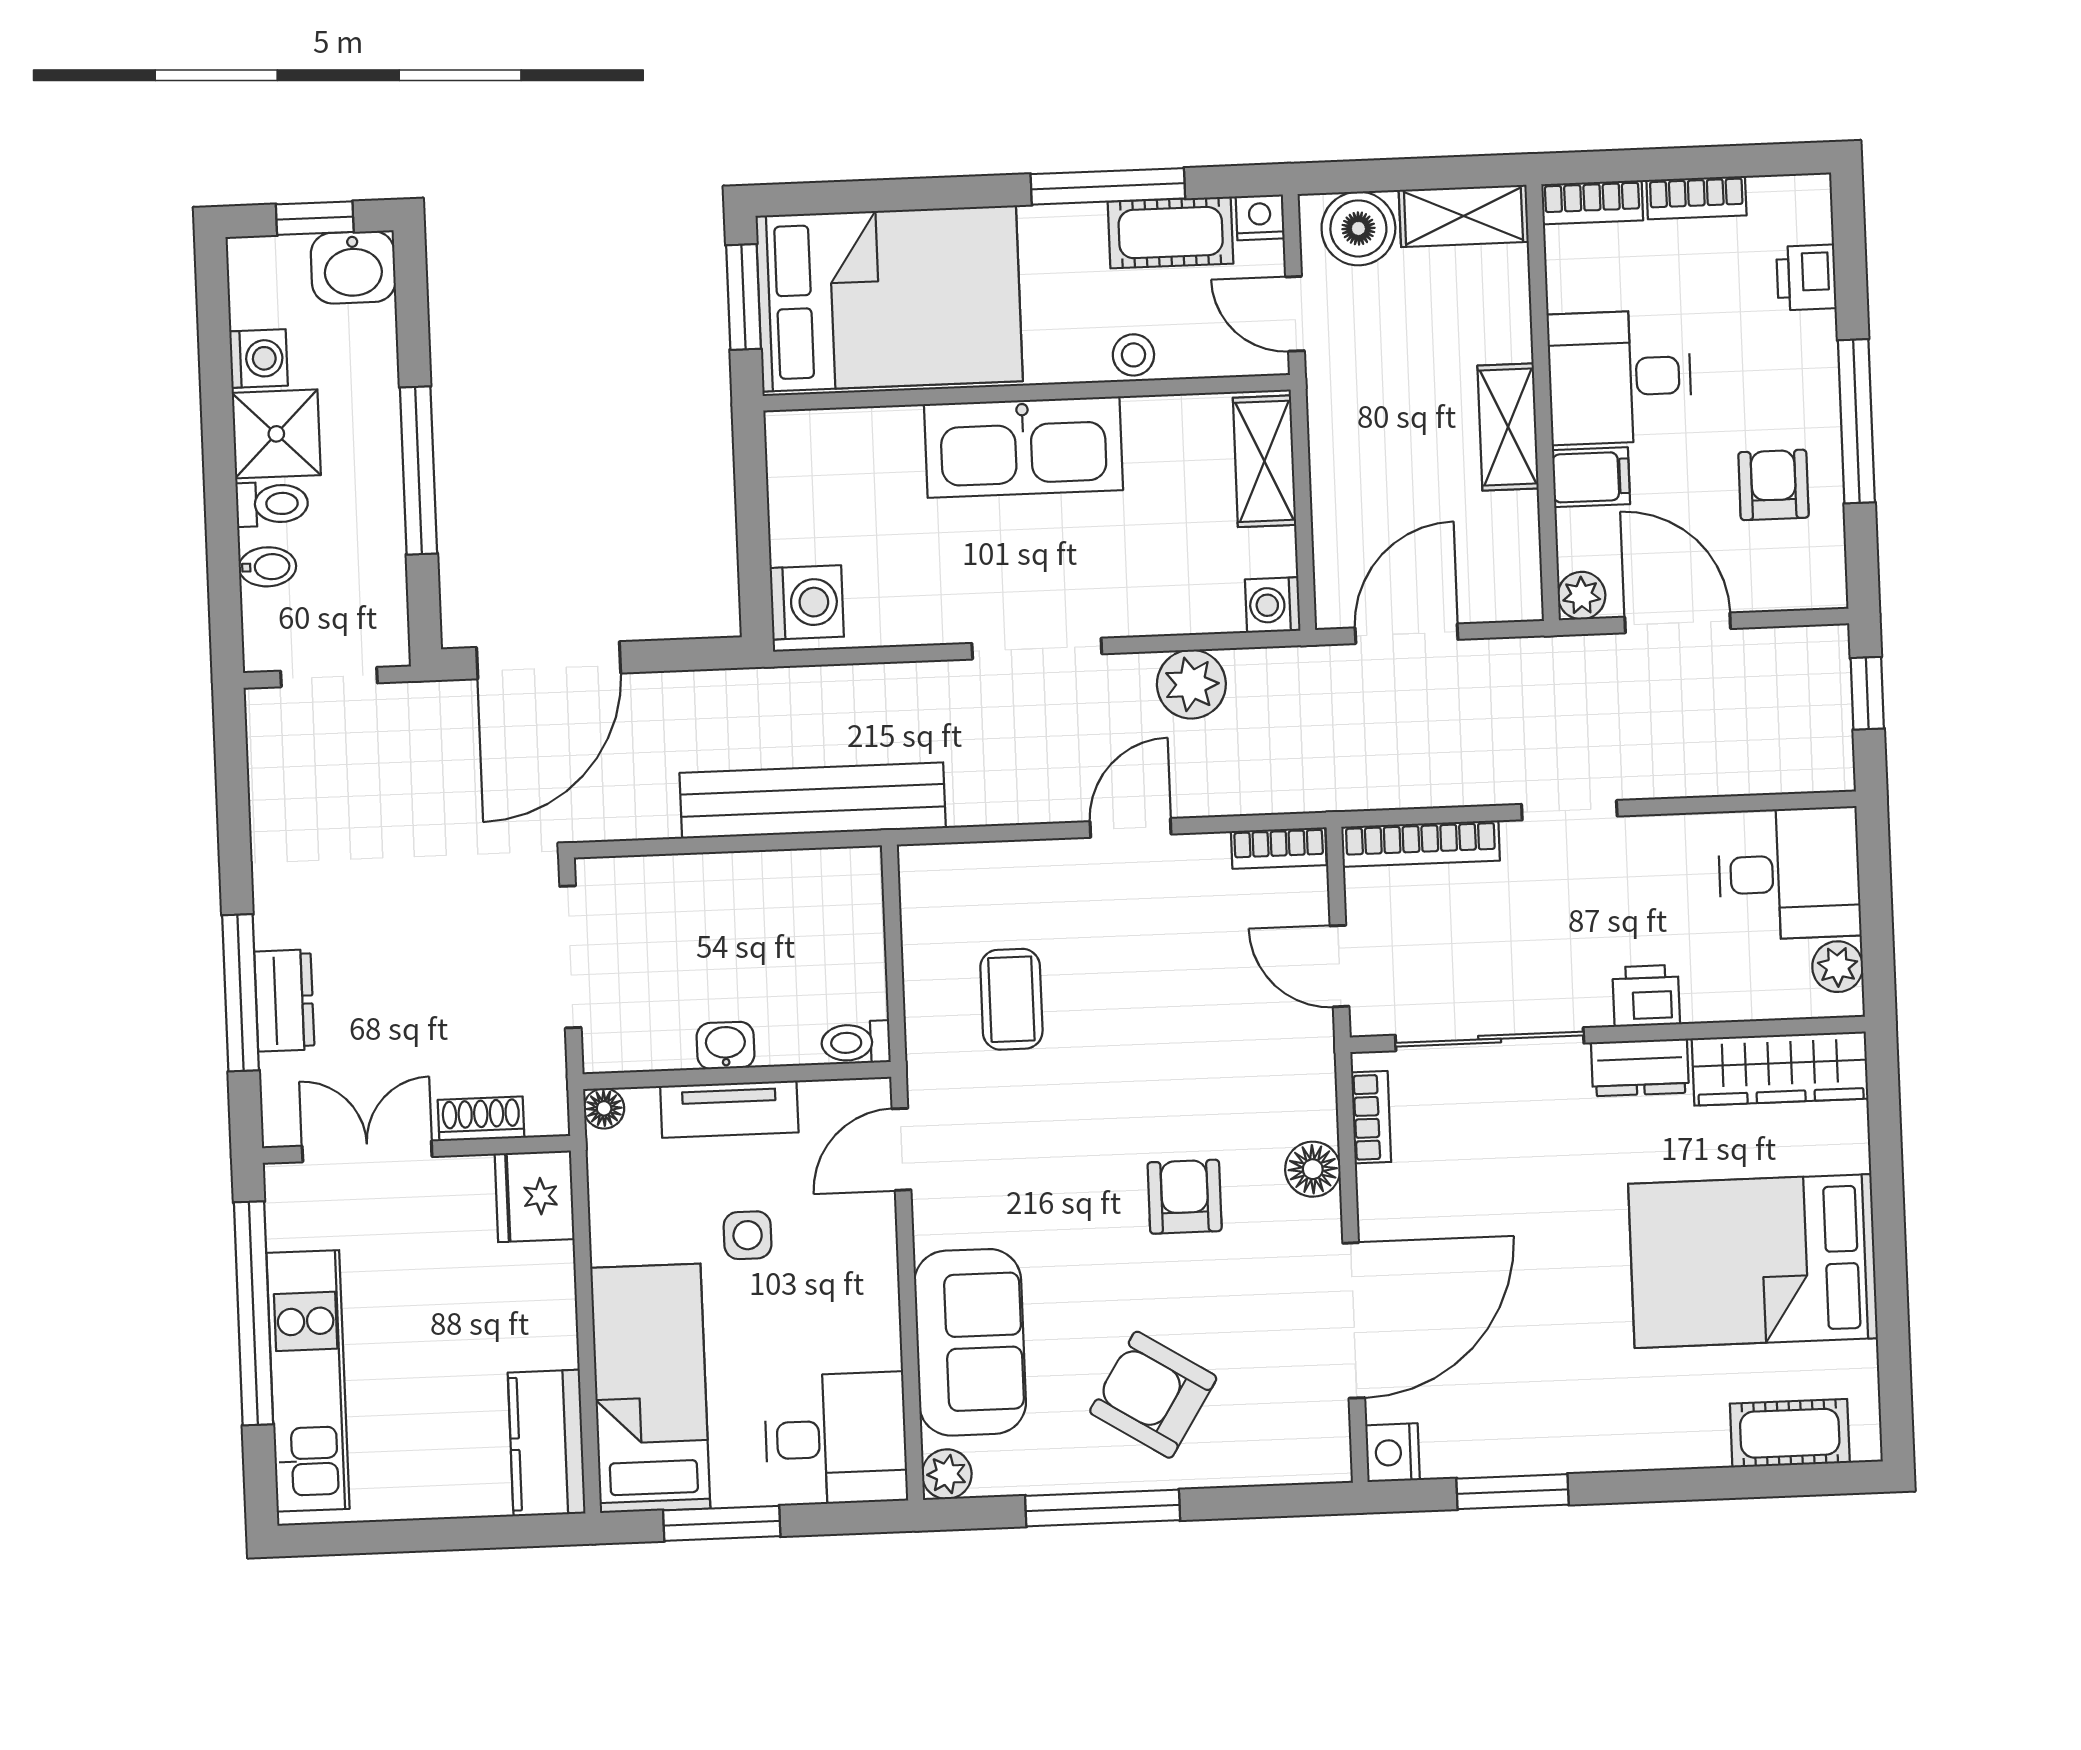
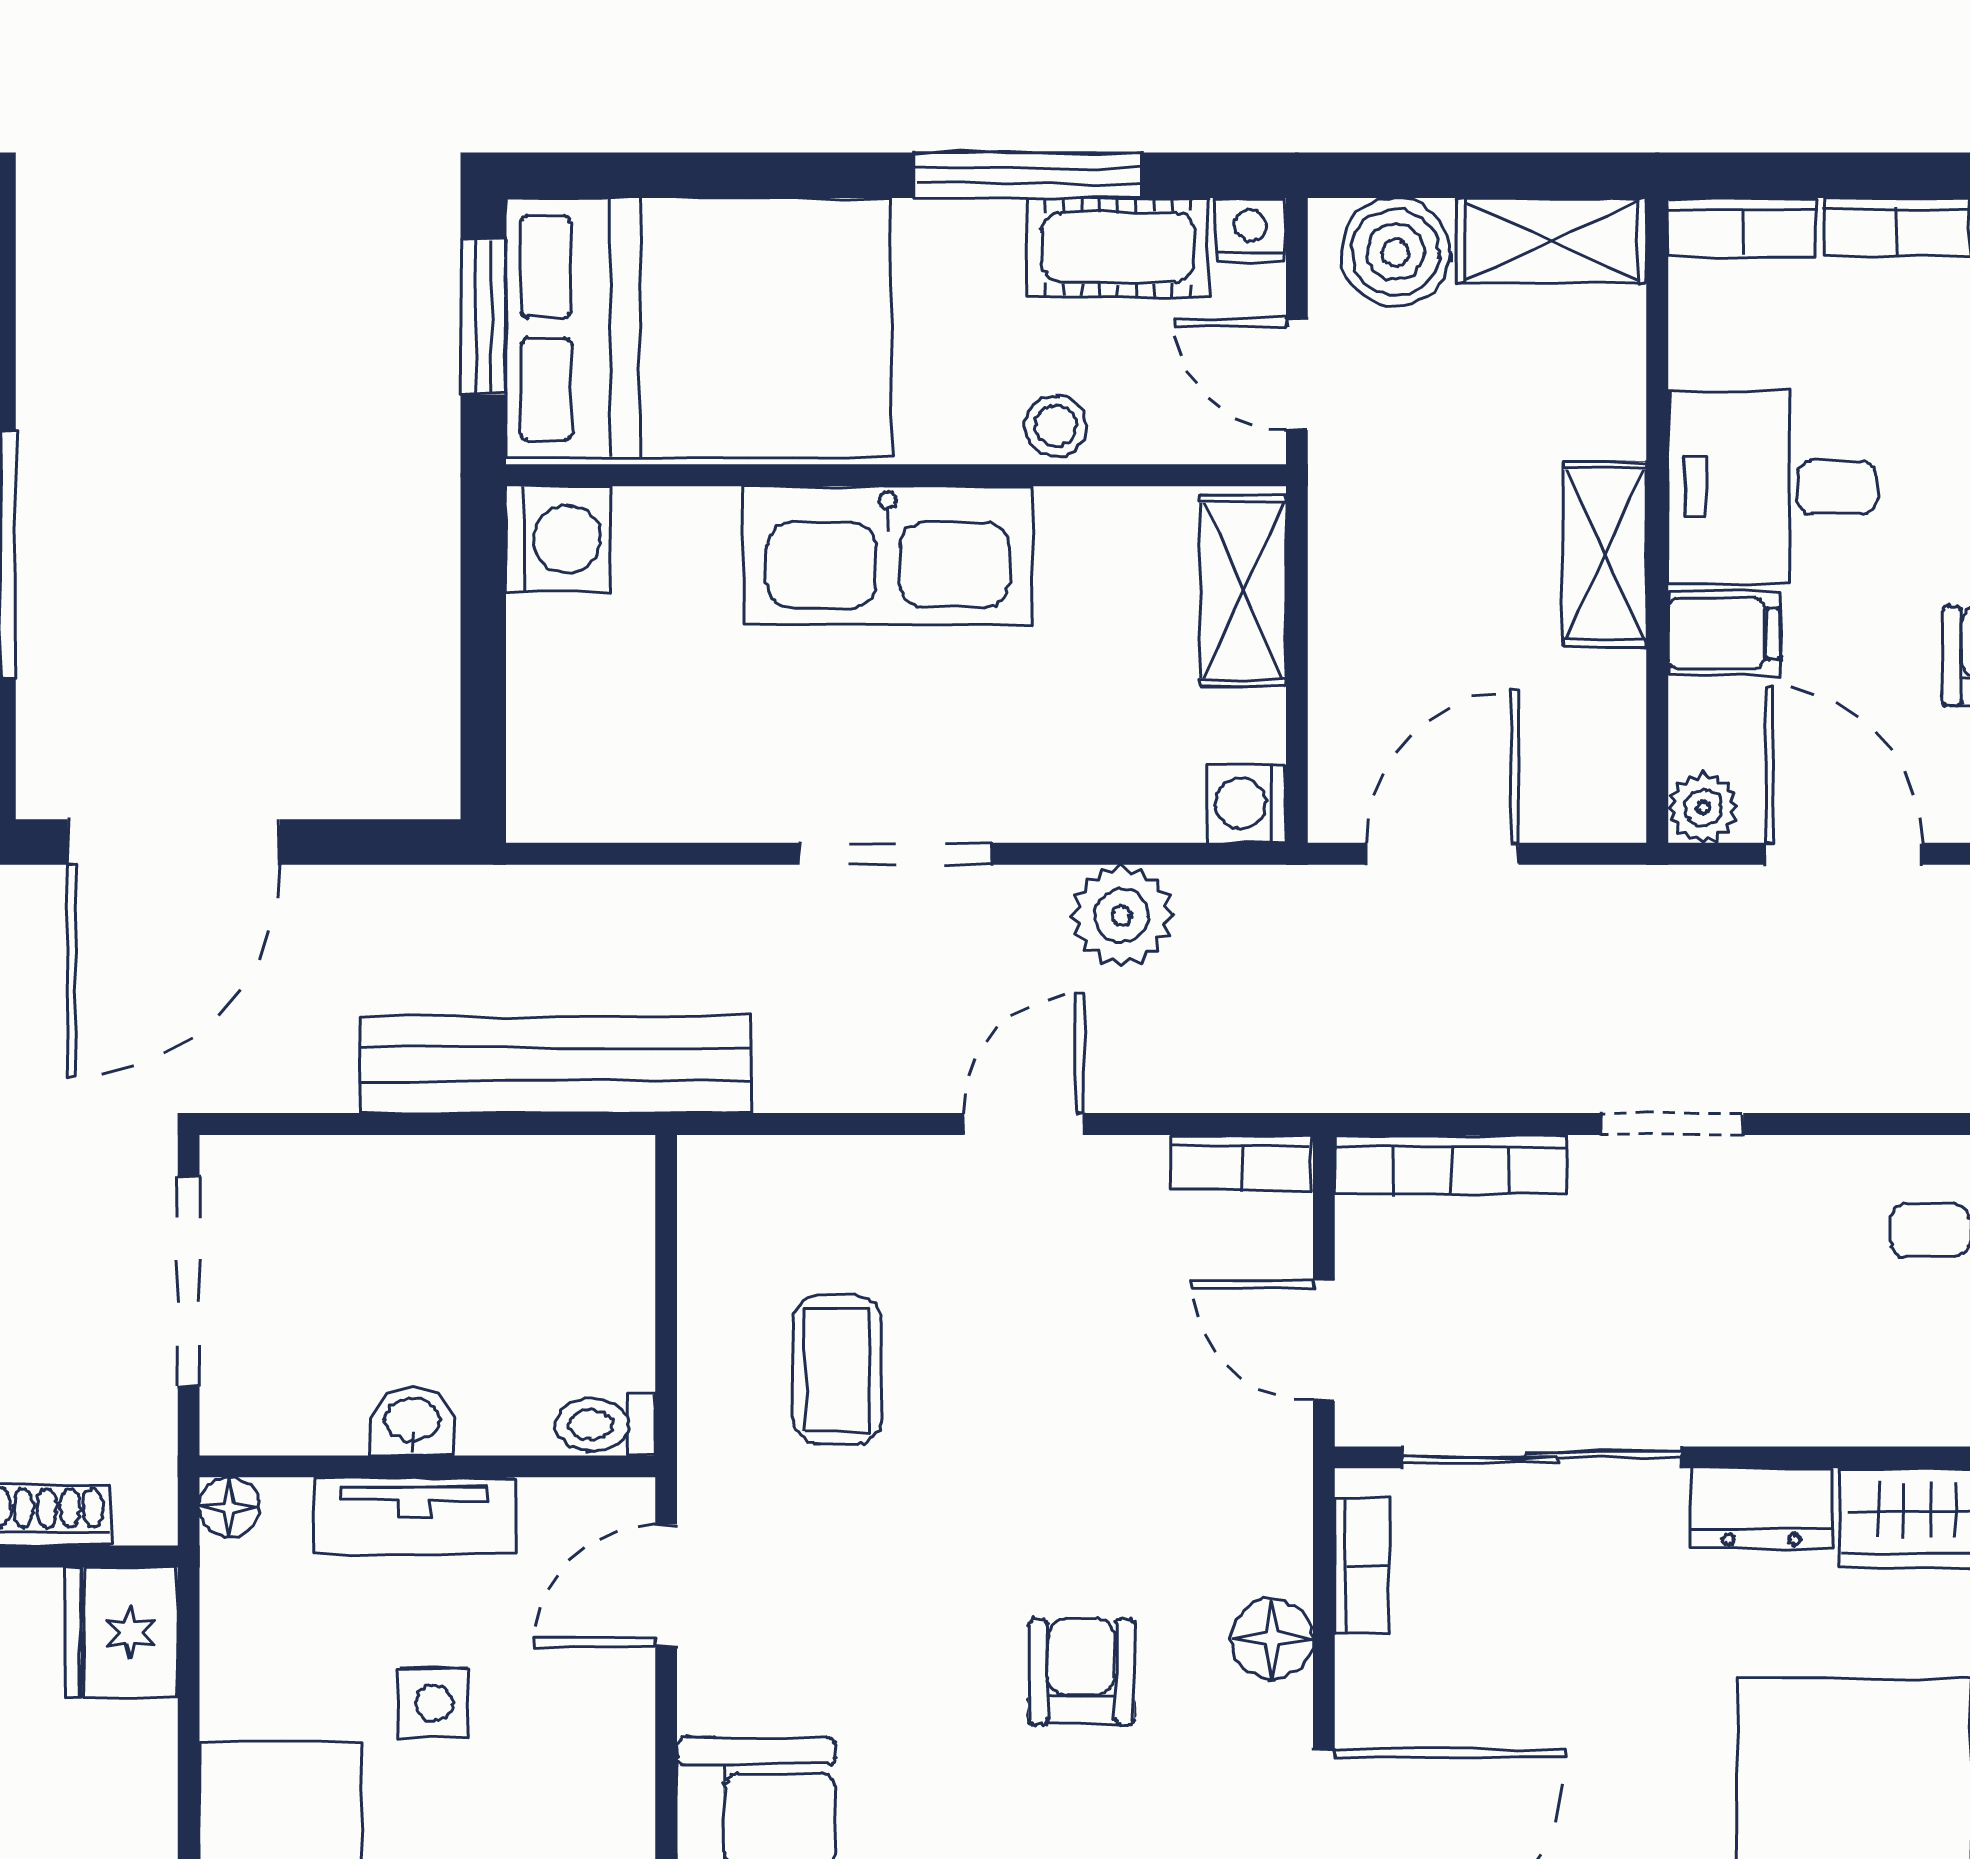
washing machine: (807, 602) -> (559, 539), moved
printer: (1646, 996) -> (1775, 1403), removed

